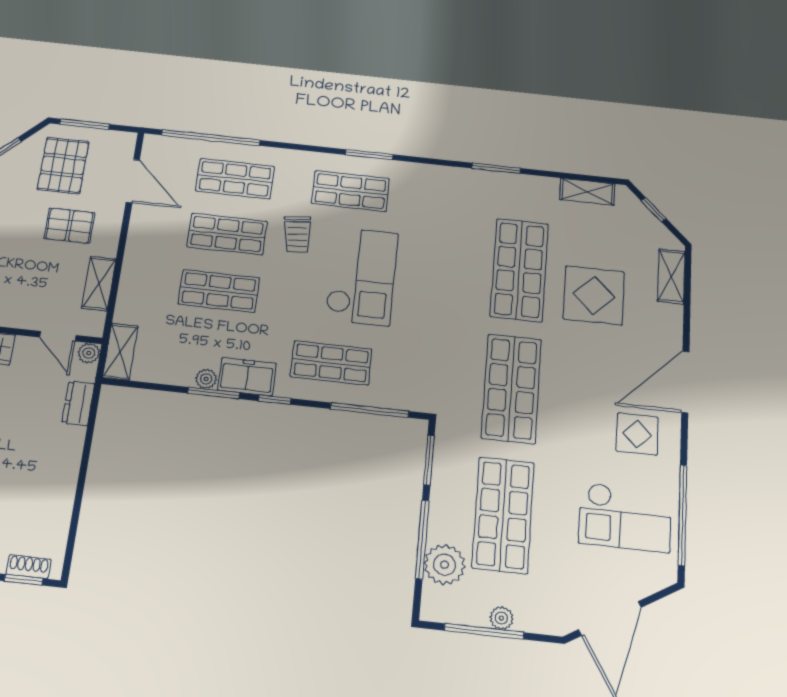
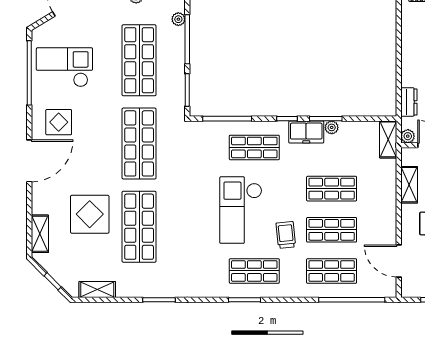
plant: (445, 565) -> (178, 19), width x0.53, depth x0.53

